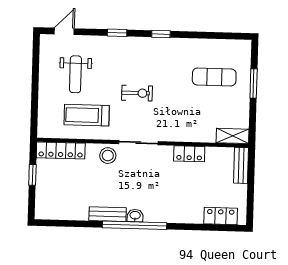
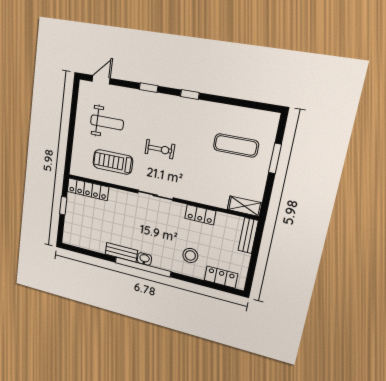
weight bench: (75, 74) -> (107, 122), turned -90
stool: (108, 156) -> (190, 255), moved

